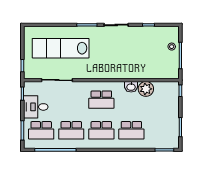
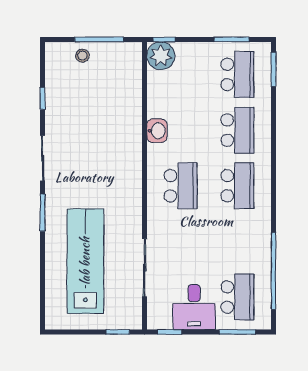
lab bench: (61, 48) -> (85, 261), turned 180
plant: (146, 89) -> (161, 56), moved
school desk: (71, 130) -> (237, 74), moved

